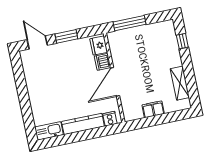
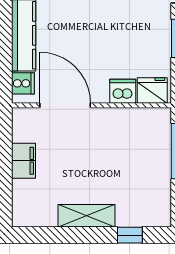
door: (115, 82) -> (65, 105), moved
shelving: (180, 83) -> (86, 216), moved

